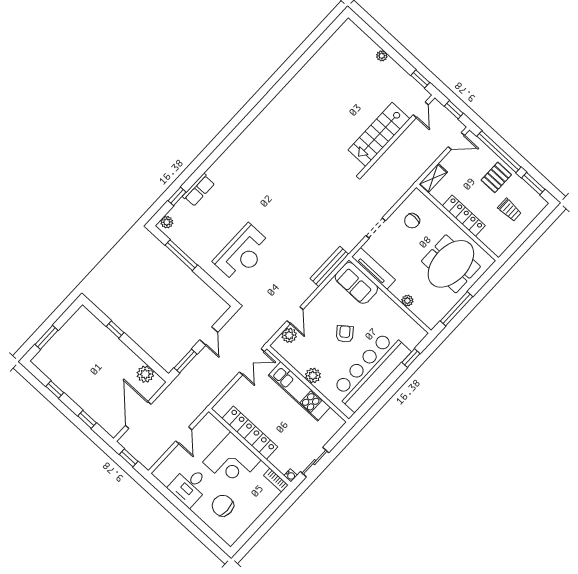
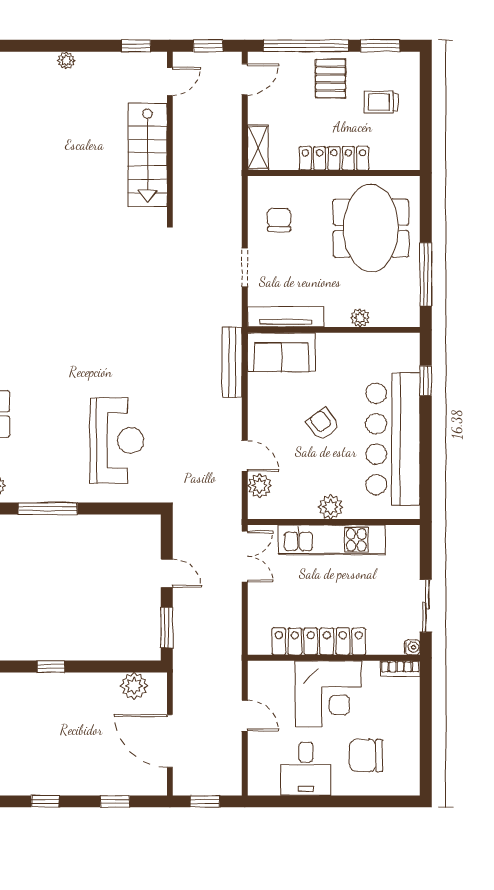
door: (421, 110) -> (170, 81), hinge flipped
trolley: (510, 210) -> (381, 102), turned 180
chair: (412, 221) -> (279, 220), turned 180

